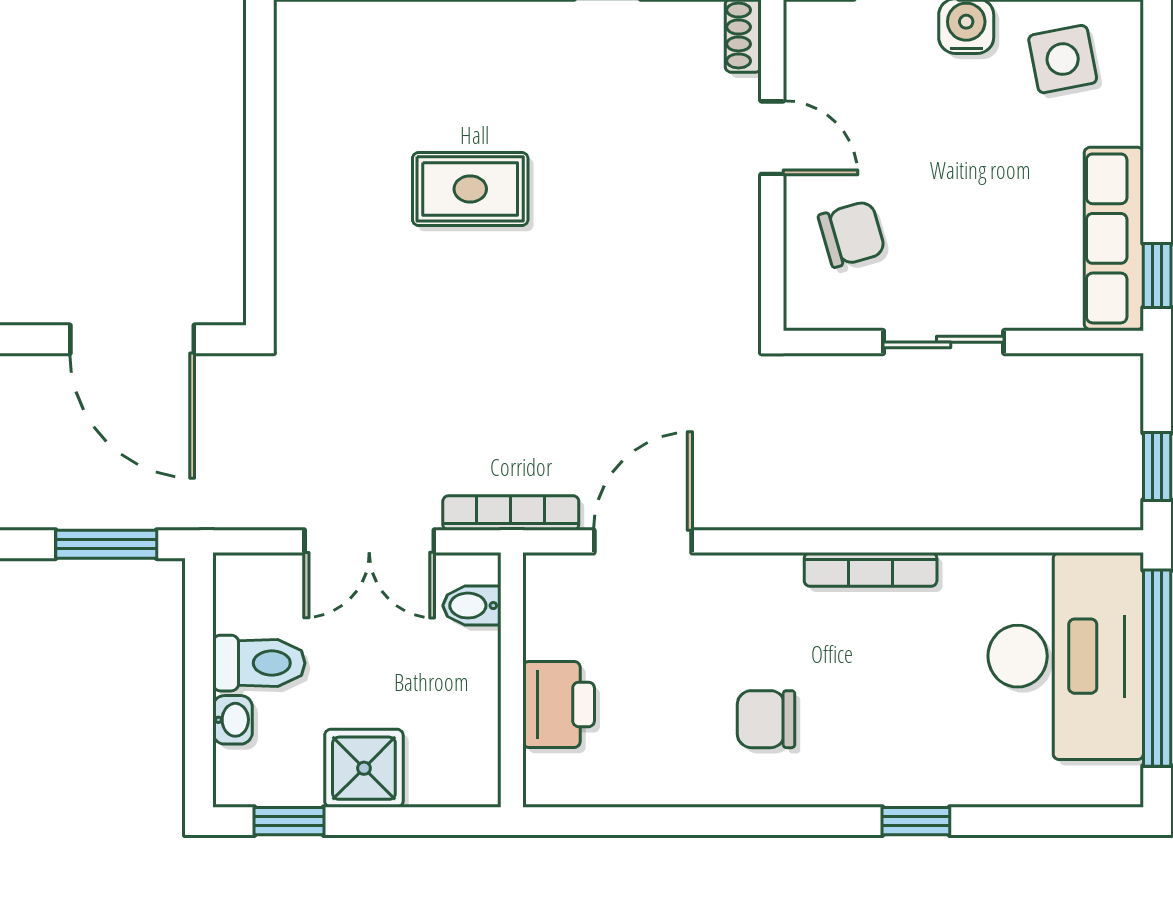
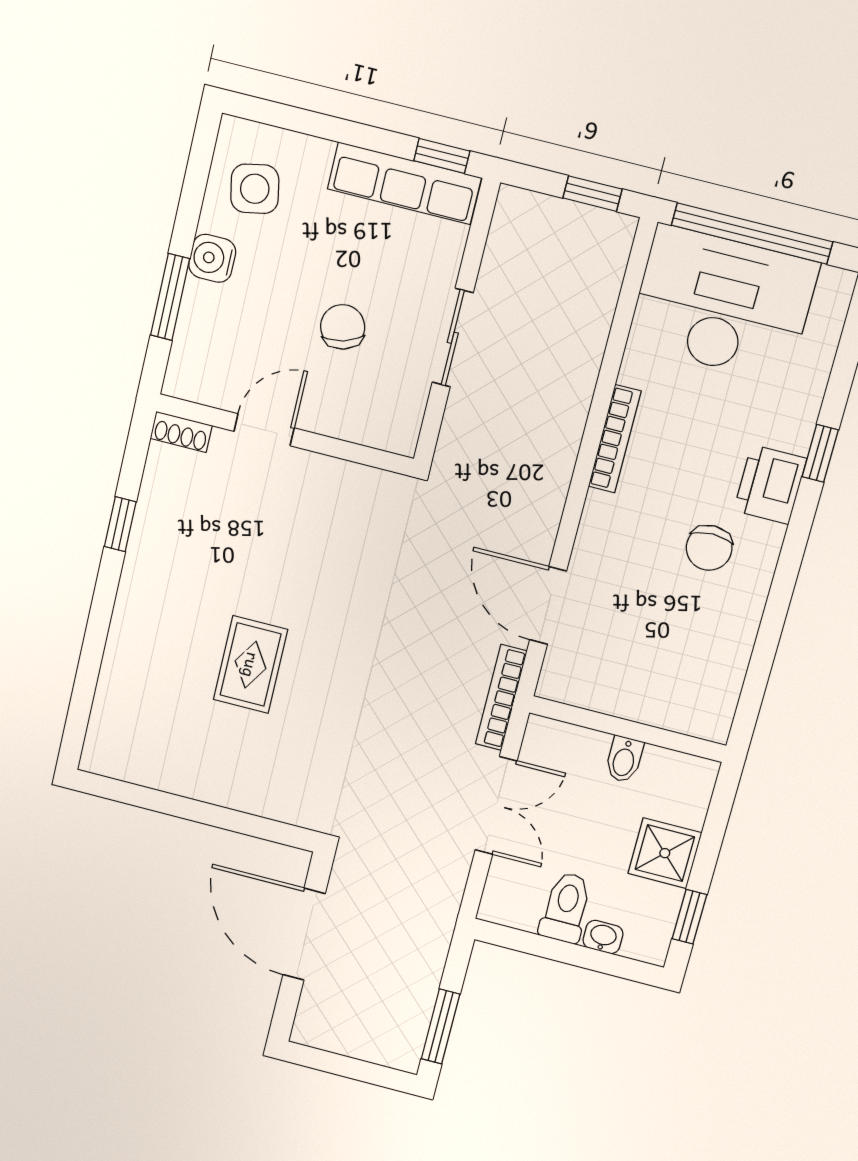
chair: (852, 234) -> (343, 327), moved
door: (132, 339) -> (304, 934), swing flipped
window: (106, 544) -> (441, 1026), moved
bidet: (472, 606) -> (624, 759), moved
printer: (559, 704) -> (770, 485), moved, turned -90

